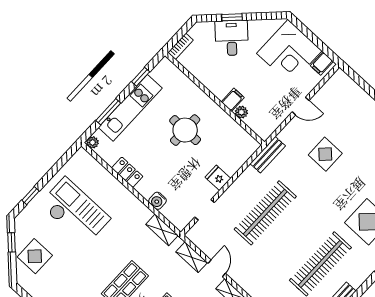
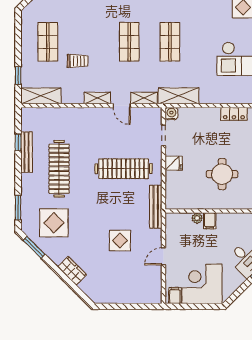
bench: (268, 155) -> (156, 207), width x1.36
water cooler: (158, 201) -> (171, 114), moved
clothes rail: (265, 213) -> (124, 169), turned 90
shelving: (162, 230) -> (179, 96), width x1.50, depth x1.33

